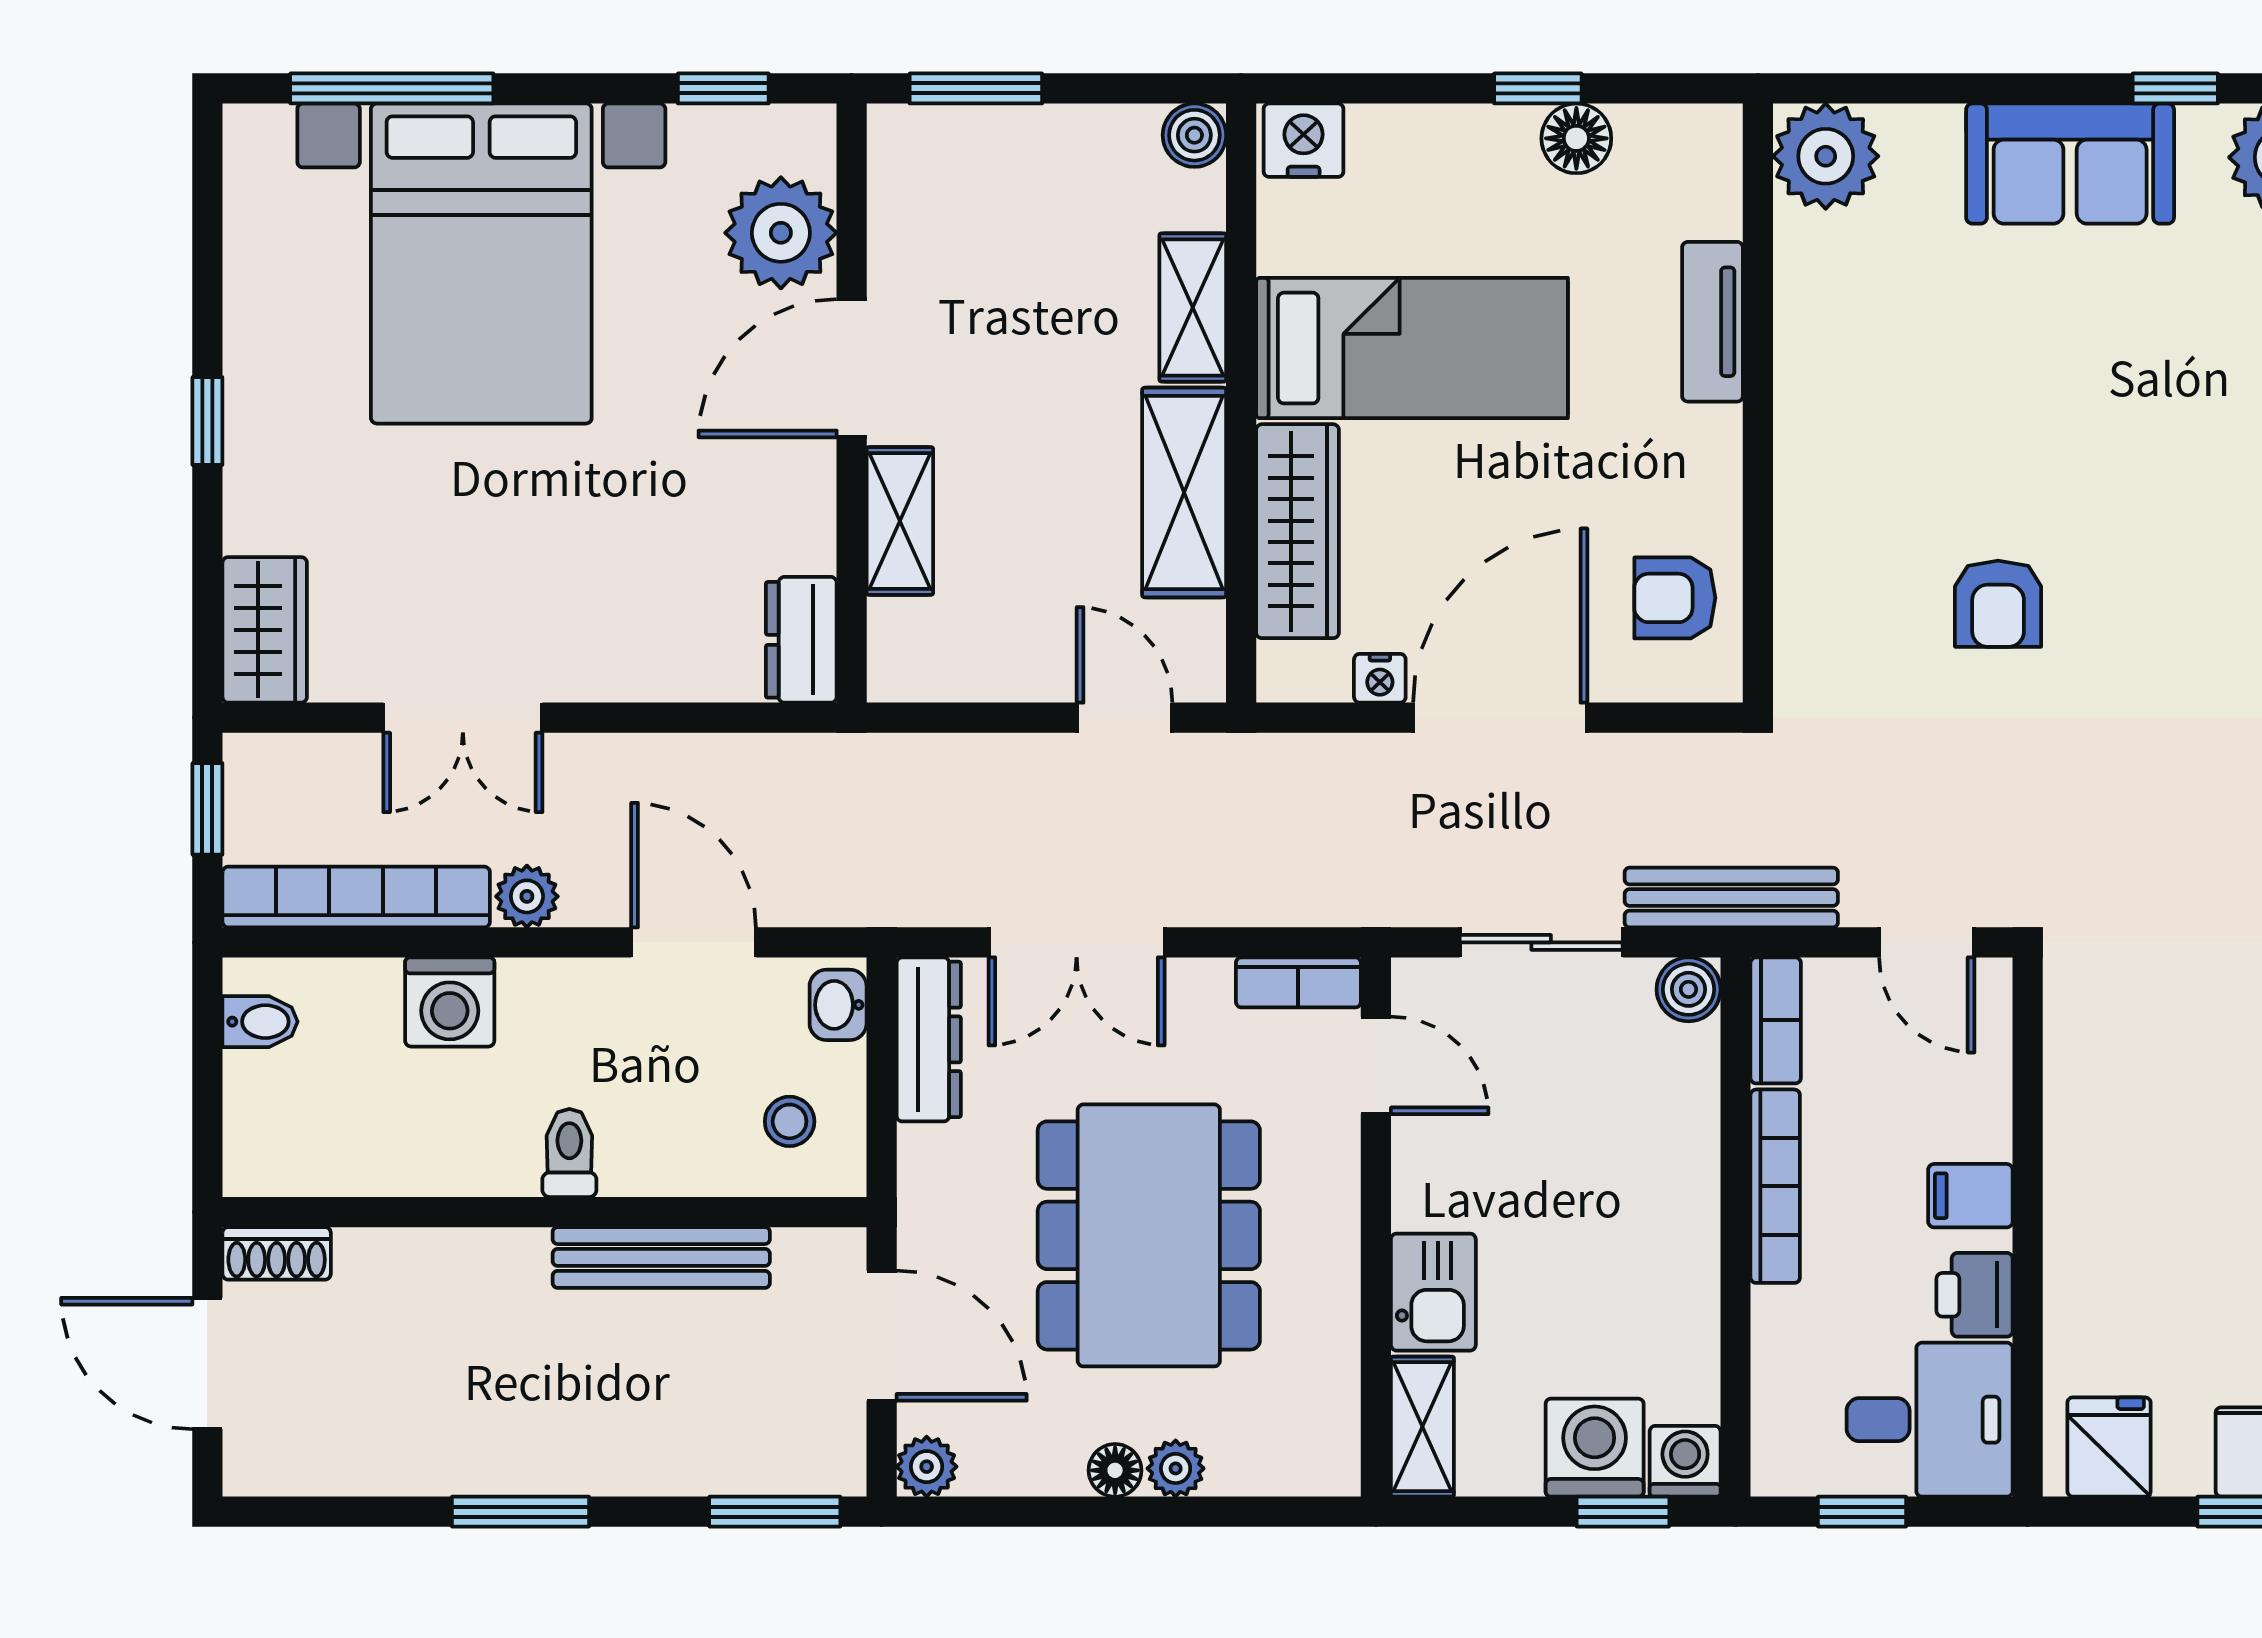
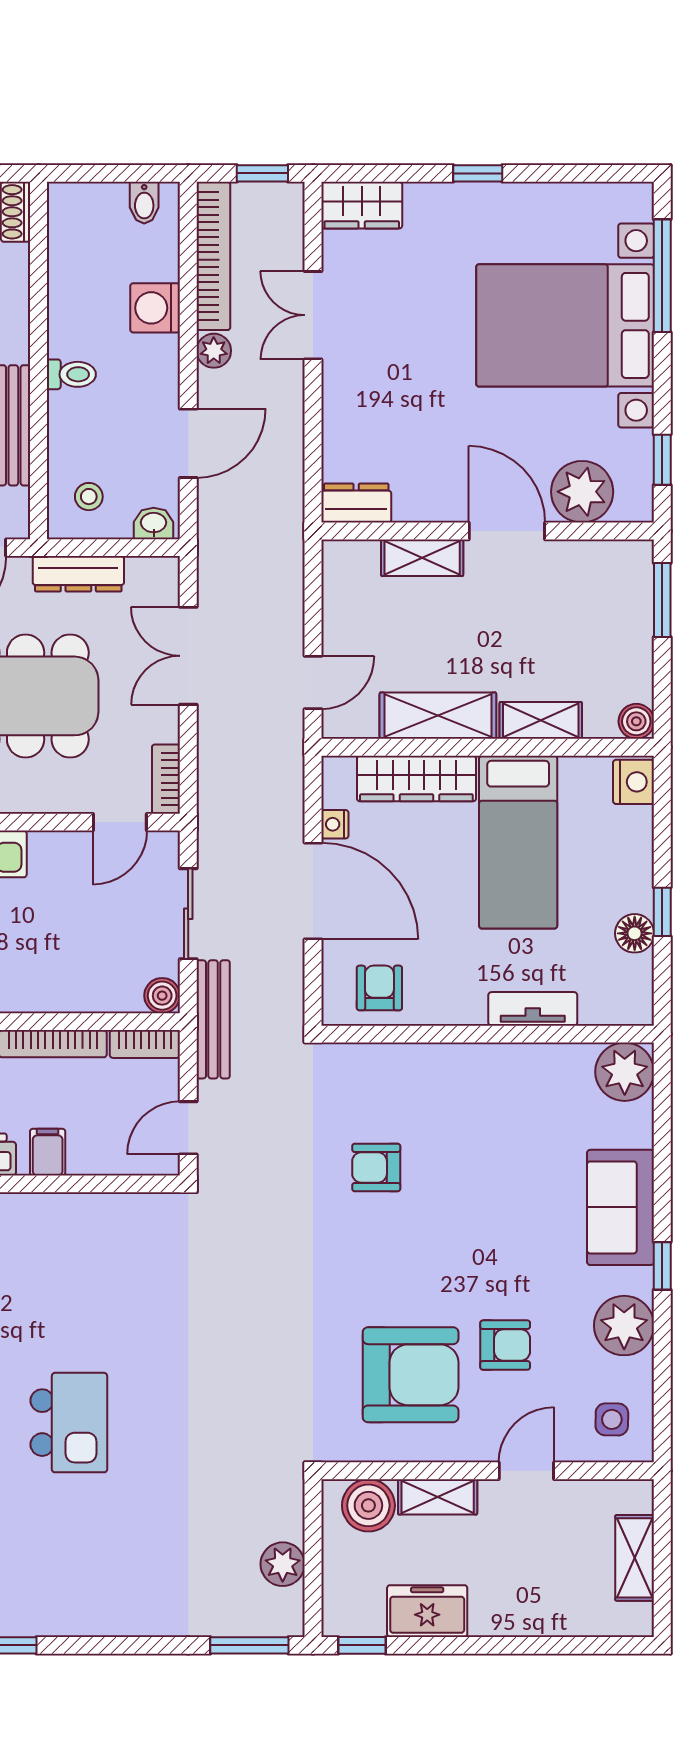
dresser: (929, 1039) -> (78, 574), moved

